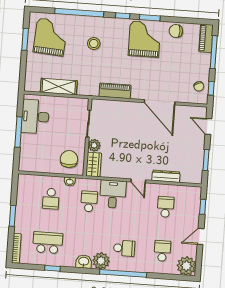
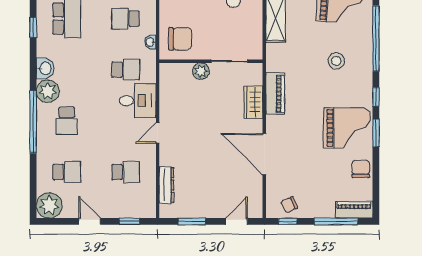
door: (160, 102) -> (264, 154), hinge flipped
wardrobe: (94, 164) -> (253, 102), moved, turned 90
dresser: (166, 176) -> (166, 185), moved

